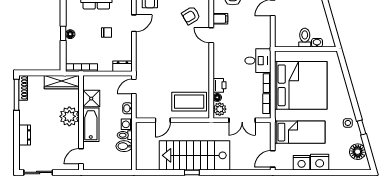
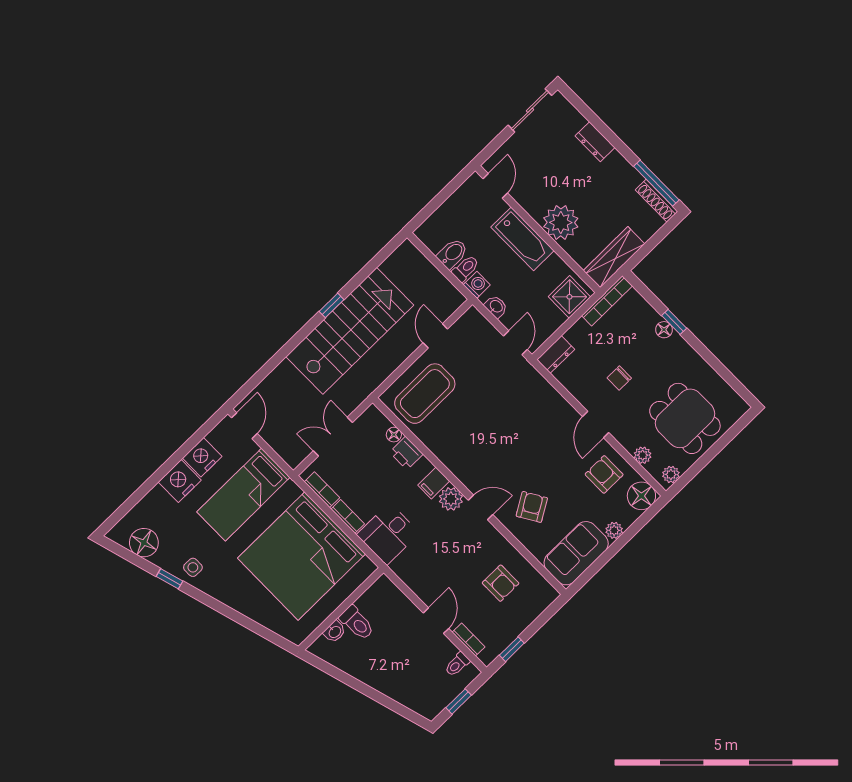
filing cabinet: (220, 19) -> (434, 483), moved
shower: (91, 99) -> (569, 297), moved
plant: (220, 109) -> (451, 499), moved

